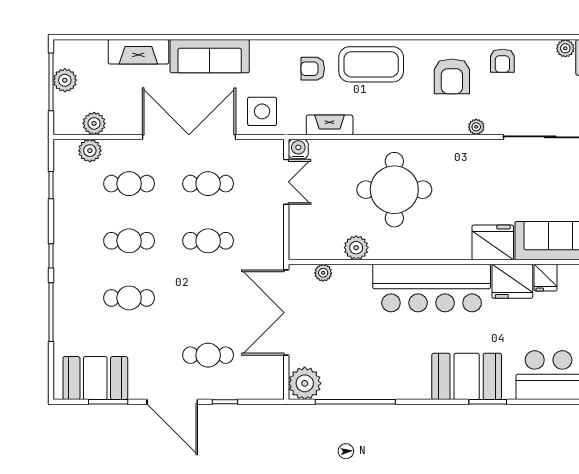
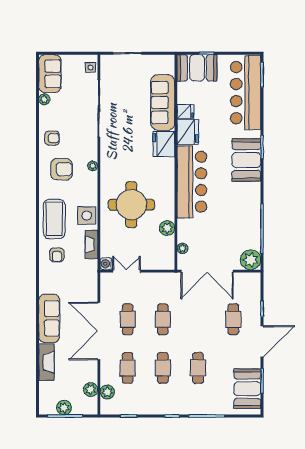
side table: (262, 111) -> (87, 215), moved
plant: (476, 127) -> (93, 166), moved

